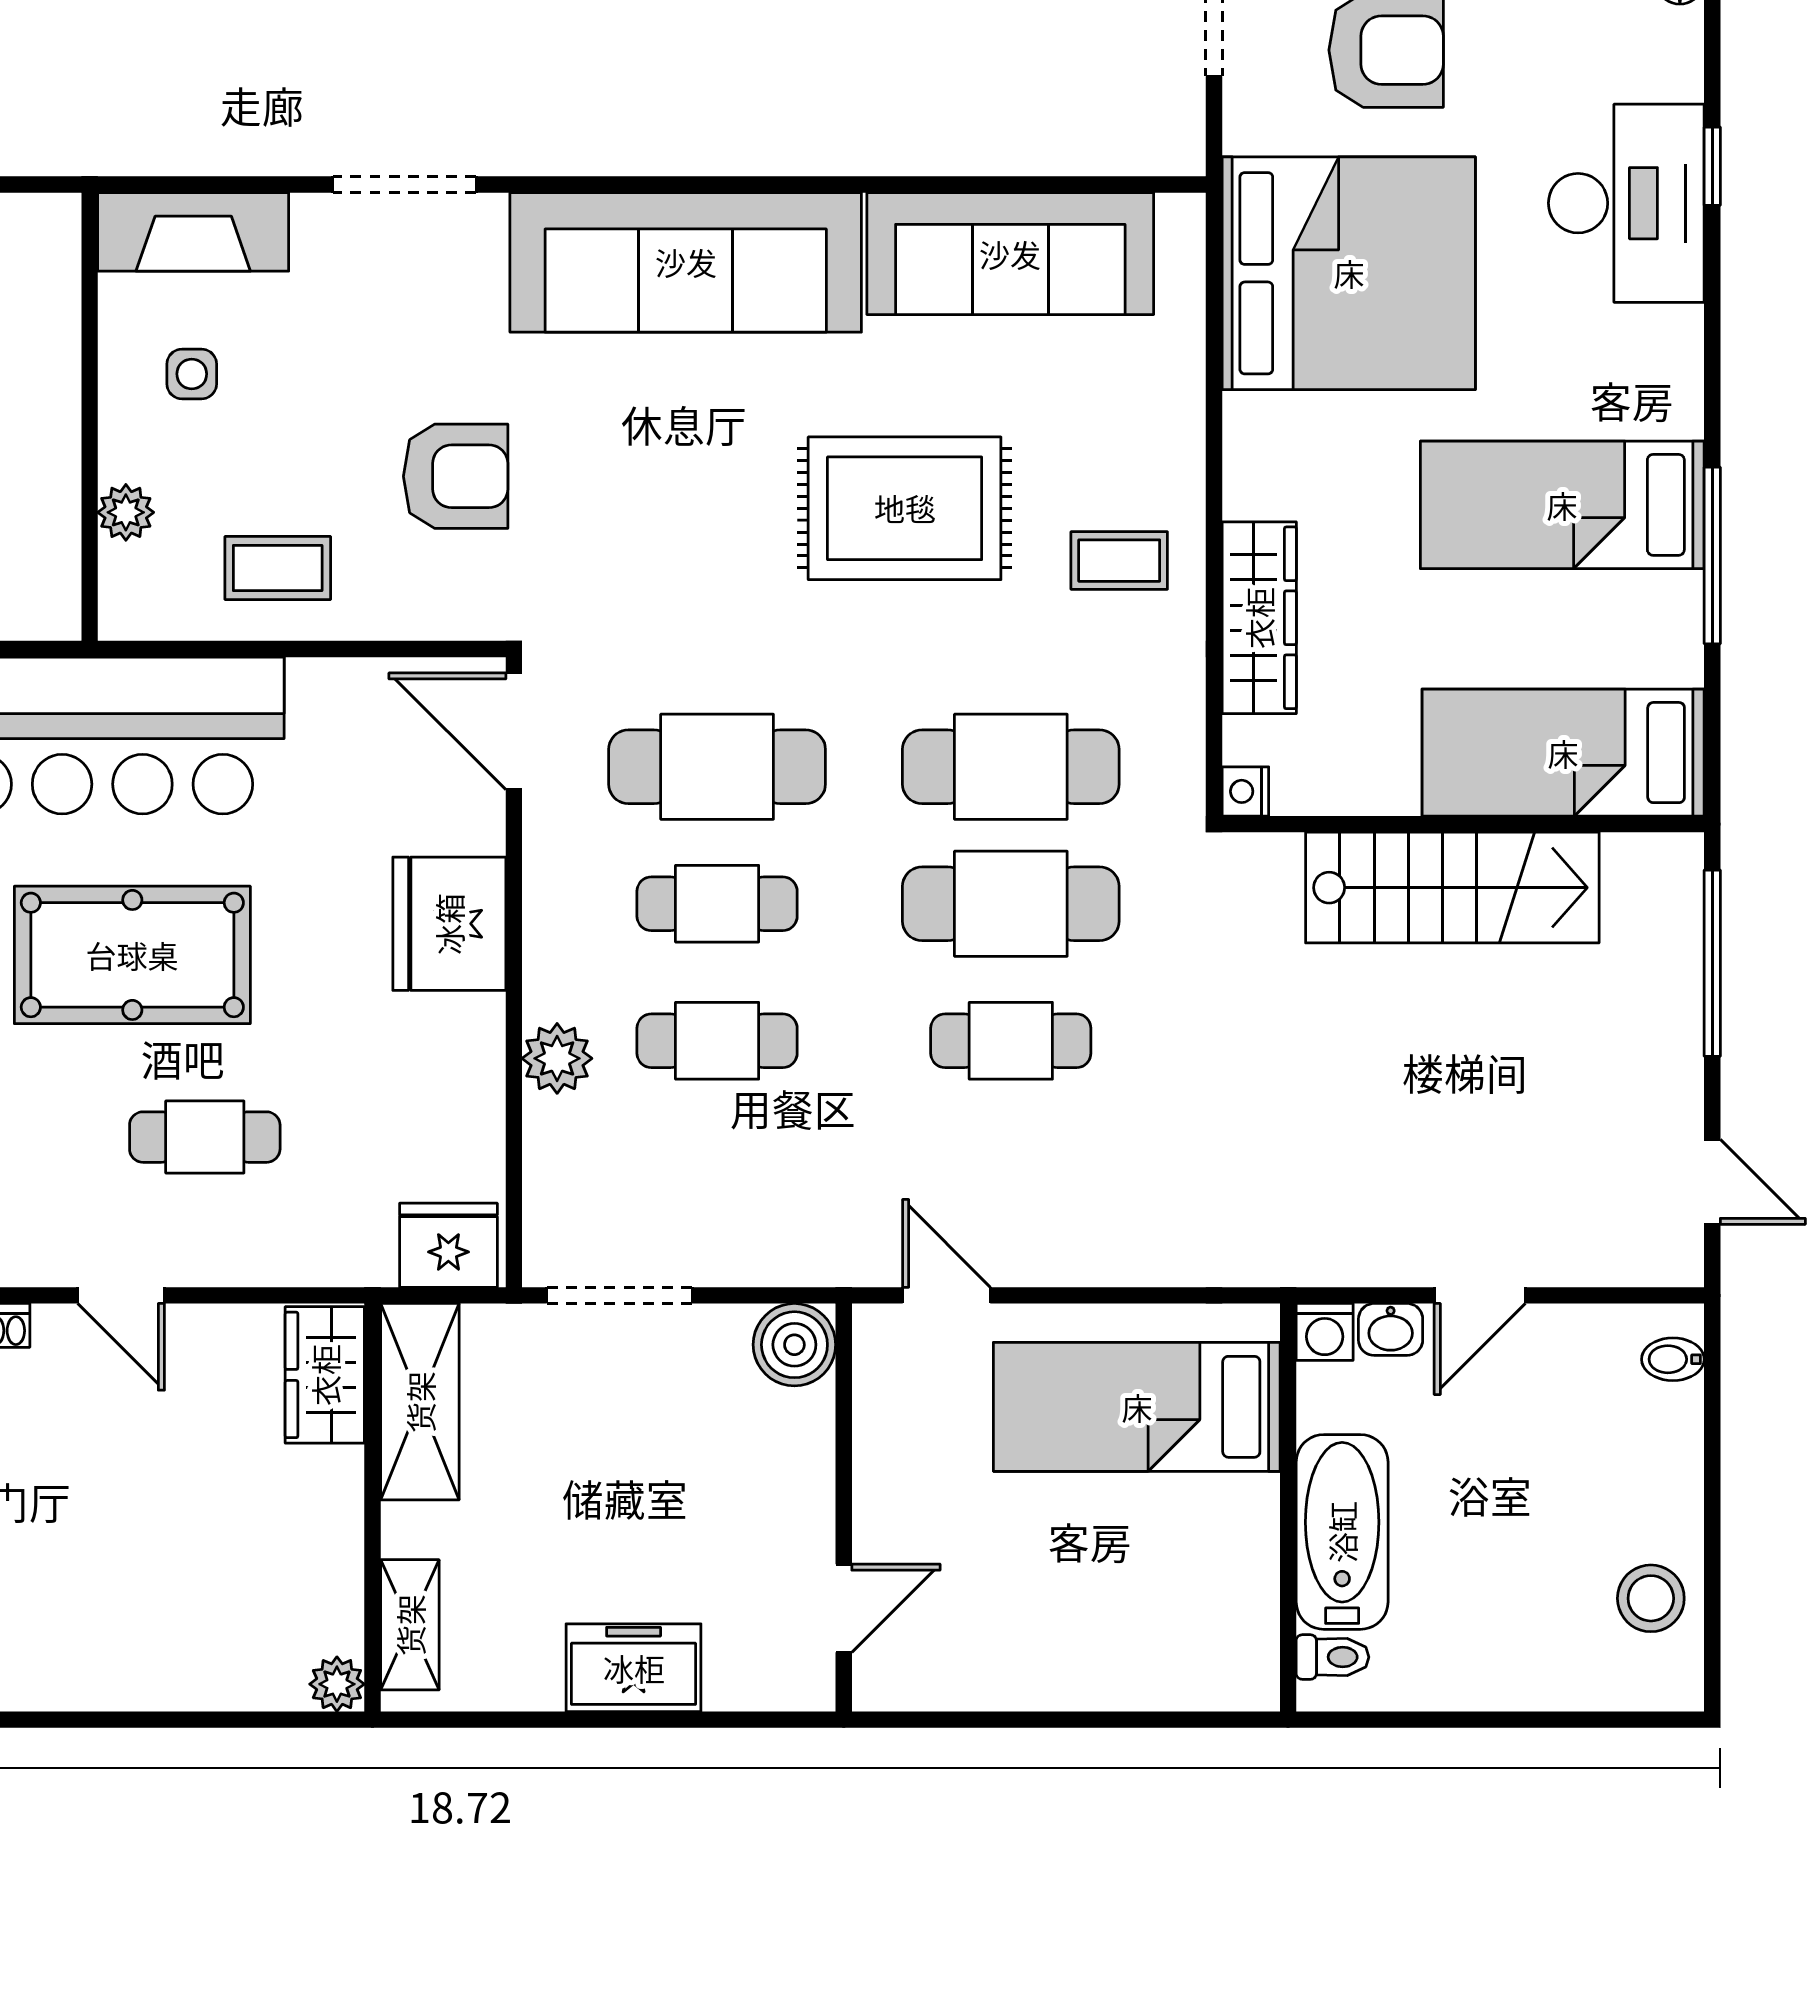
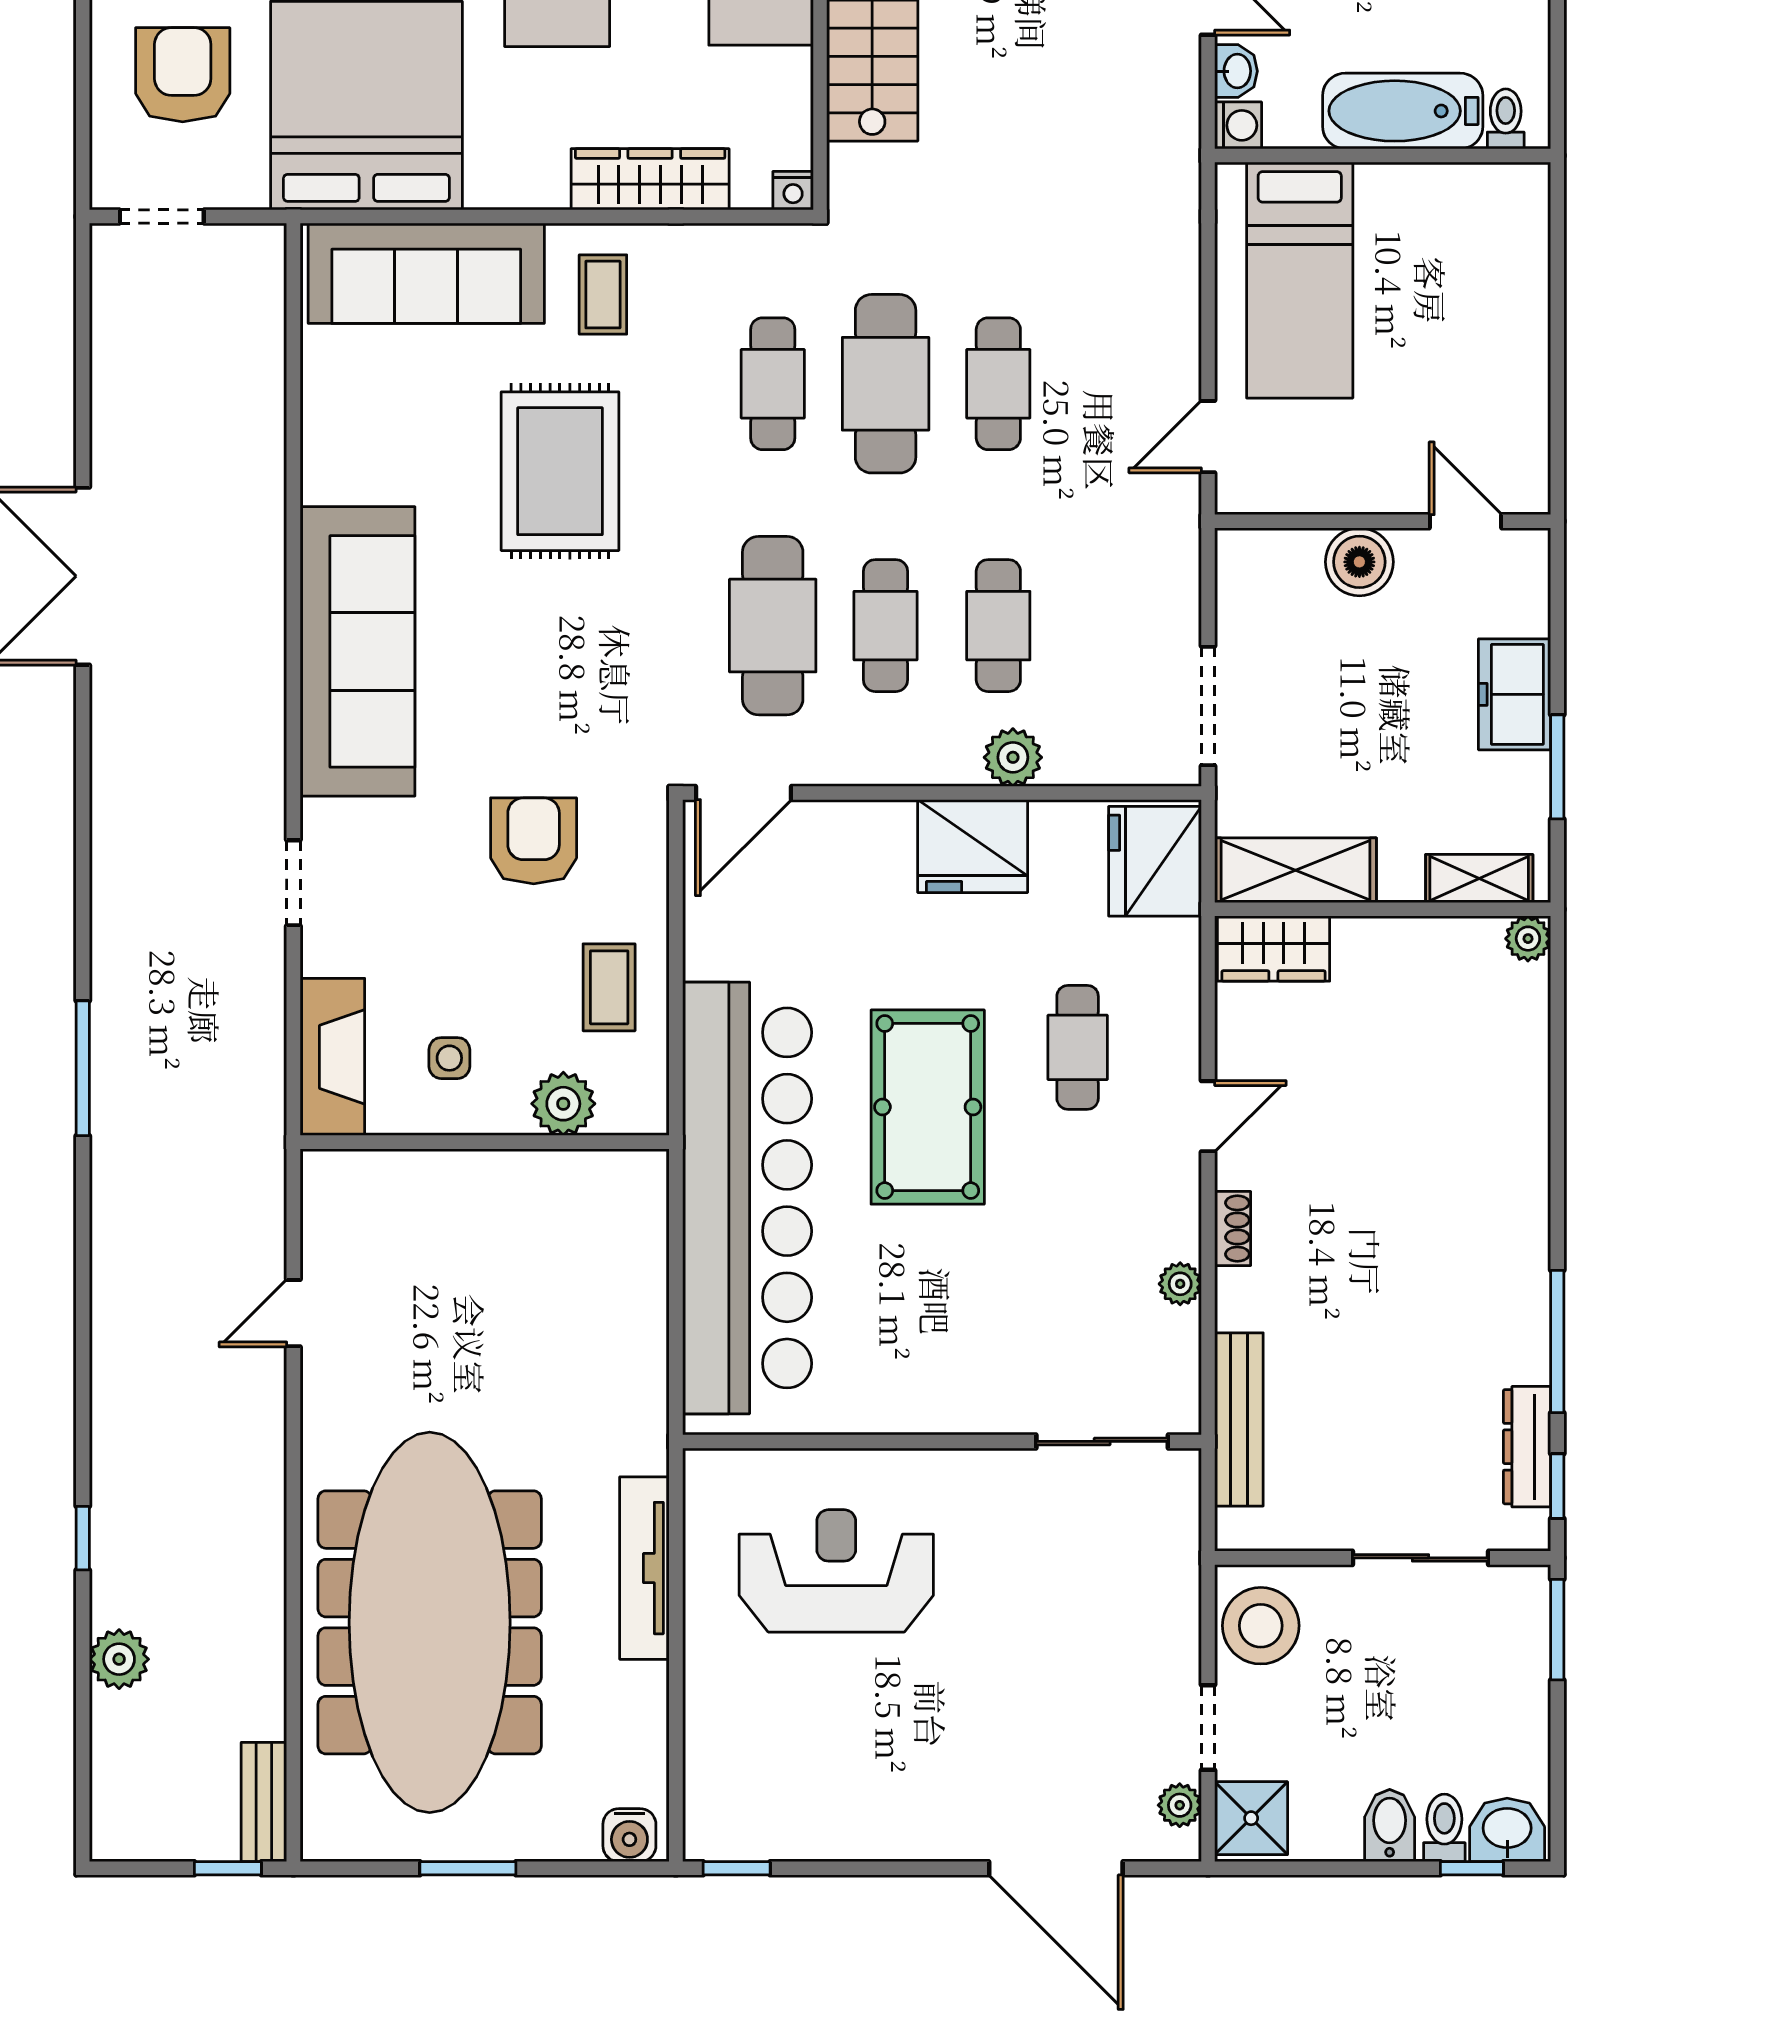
doorway: (404, 185) -> (293, 883), width x0.73
sofa: (1010, 254) -> (426, 273), moved, turned 90
plant: (126, 512) -> (563, 1104), width x1.38, depth x1.38
cafe table: (1011, 767) -> (773, 384), width x0.73, depth x0.74
fridge: (449, 924) -> (973, 846), moved
fridge: (448, 1245) -> (1155, 861), width x1.36, depth x1.34
boiler: (794, 1345) -> (1359, 562), moved
window: (545, 1720) -> (1557, 767), added

